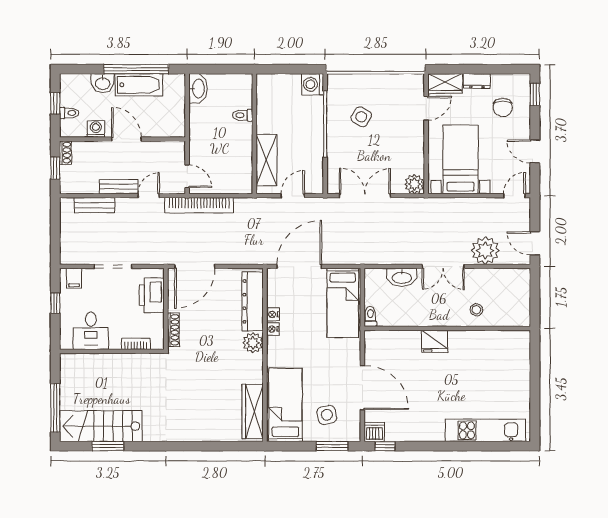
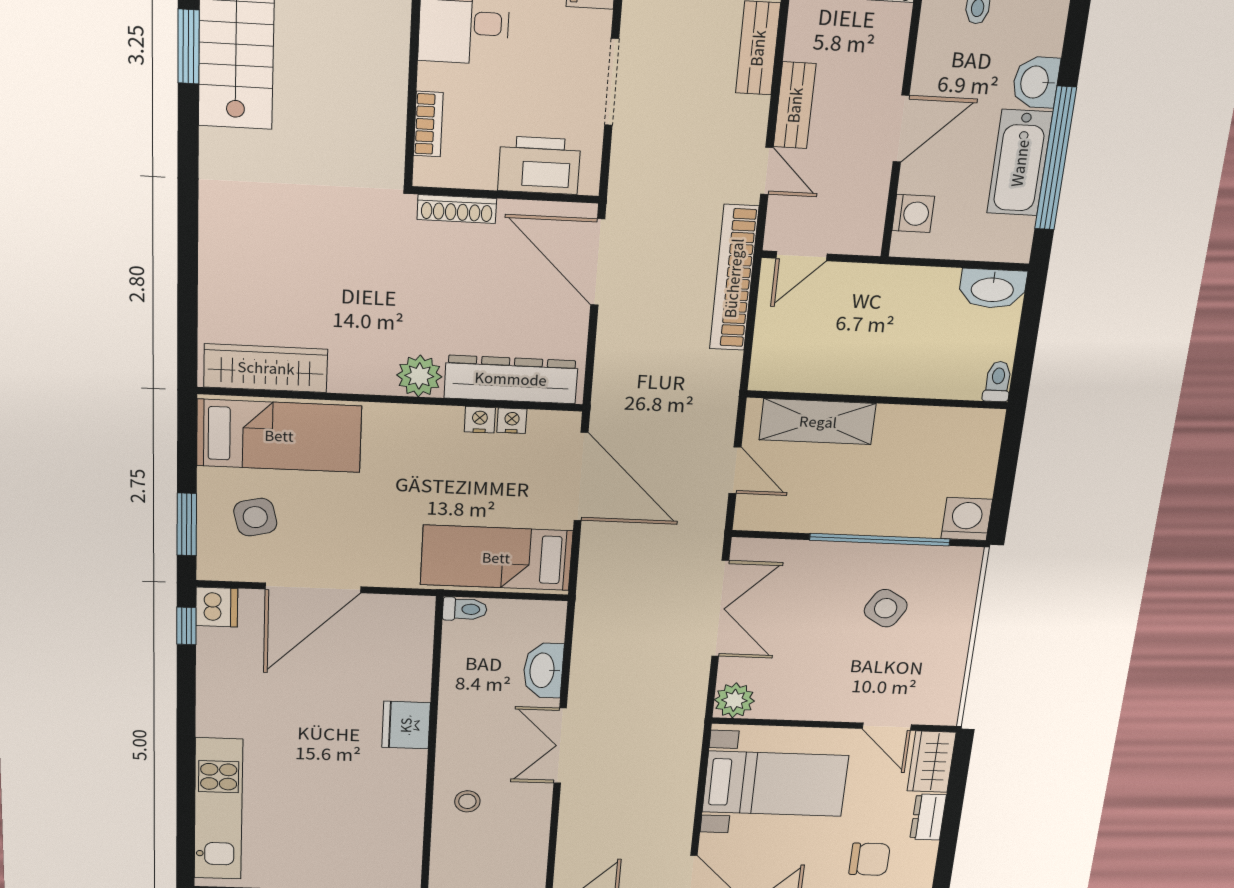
chair: (503, 107) -> (870, 859), turned 180
toilet: (243, 115) -> (998, 382), moved
washing machine: (96, 129) -> (913, 214), moved
plant: (485, 251) -> (587, 821), removed
nightstand: (273, 329) -> (512, 421), moved

